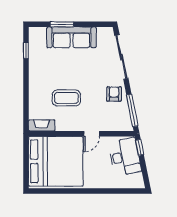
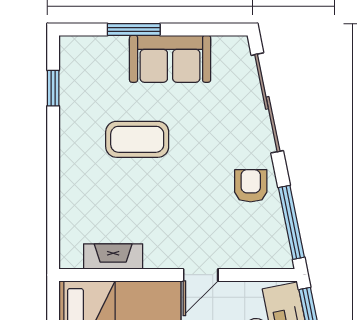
sofa: (72, 37) -> (170, 59), width x0.73
coffee table: (66, 98) -> (137, 139), moved
fireplace: (42, 125) -> (113, 256), moved

